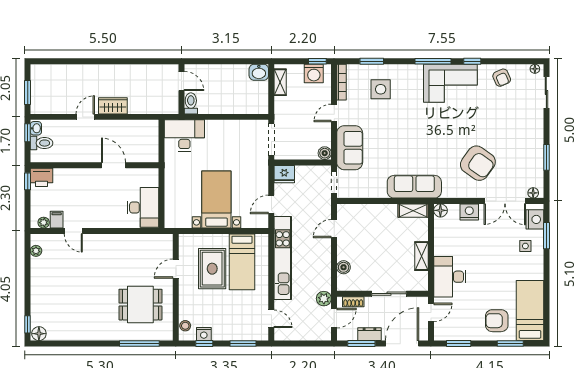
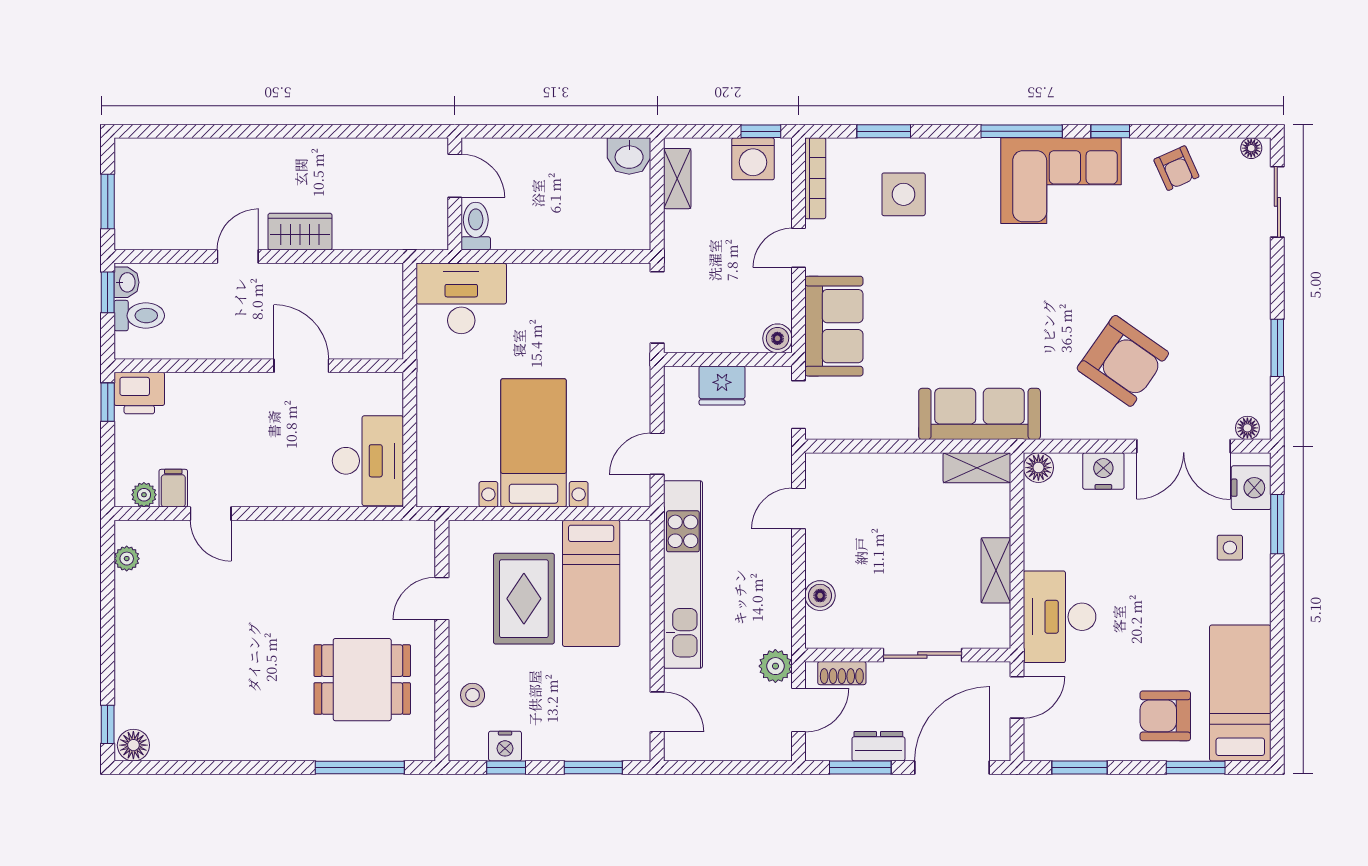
fridge: (284, 174) -> (722, 385), moved
stool: (185, 326) -> (473, 695), moved

